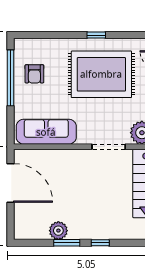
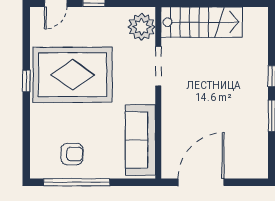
rug: (101, 74) -> (73, 75), turned 90
plant: (58, 231) -> (257, 126), removed

